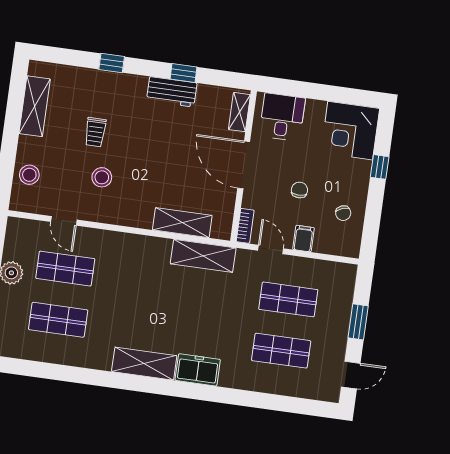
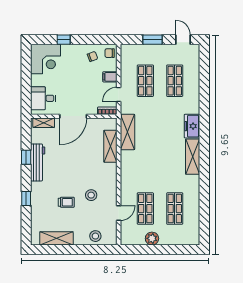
workbench: (172, 92) -> (38, 162), width x1.37
chair: (299, 190) -> (110, 53), moved

